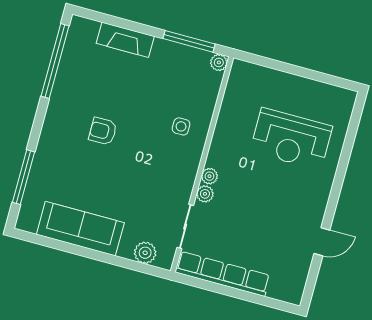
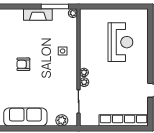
fireplace: (125, 40) -> (38, 15), moved
reception desk: (291, 139) -> (120, 42), turned -90
row of seats: (223, 274) -> (124, 120), moved

